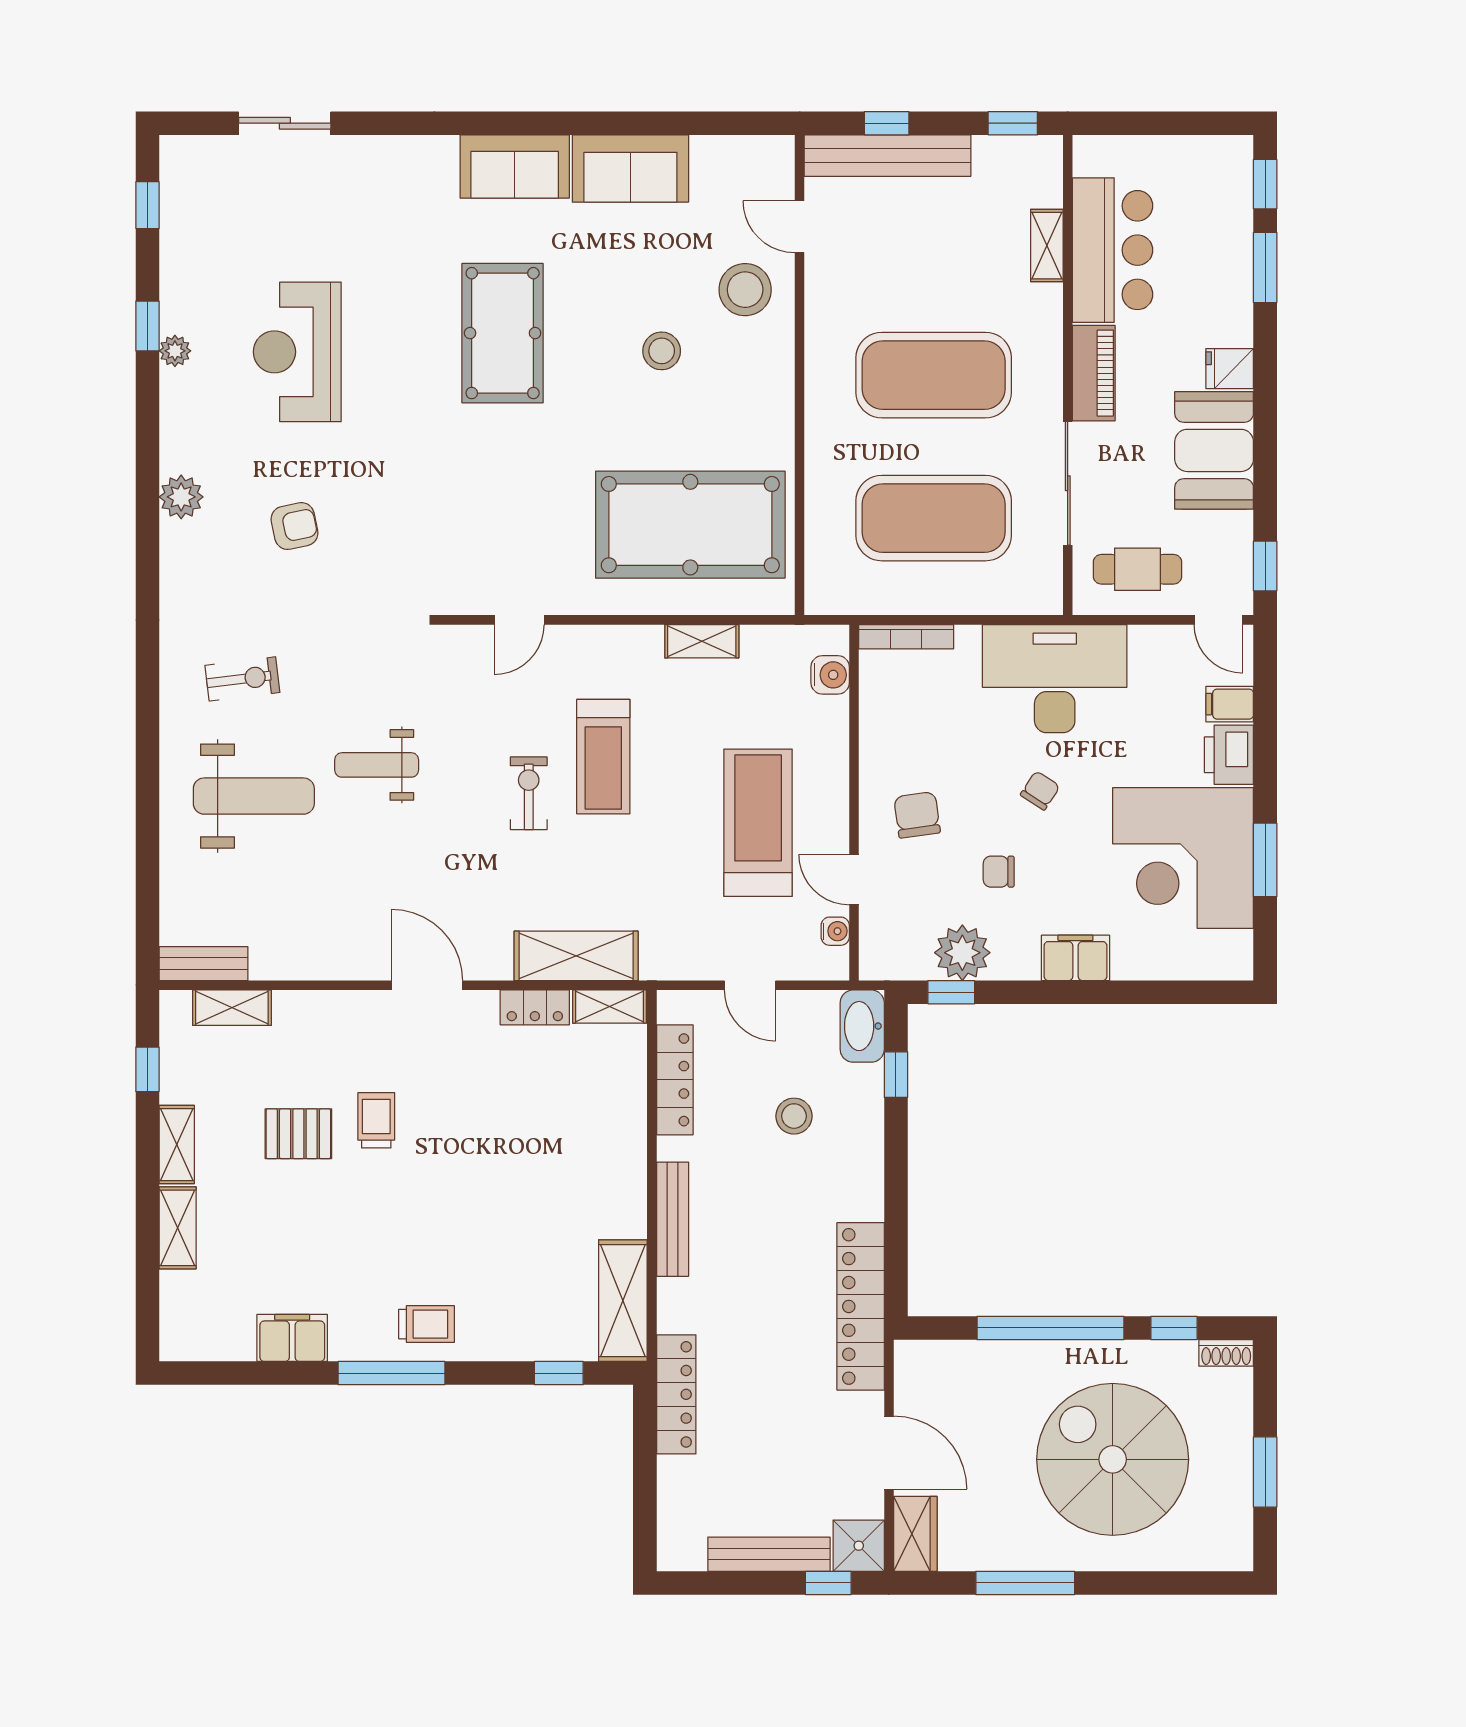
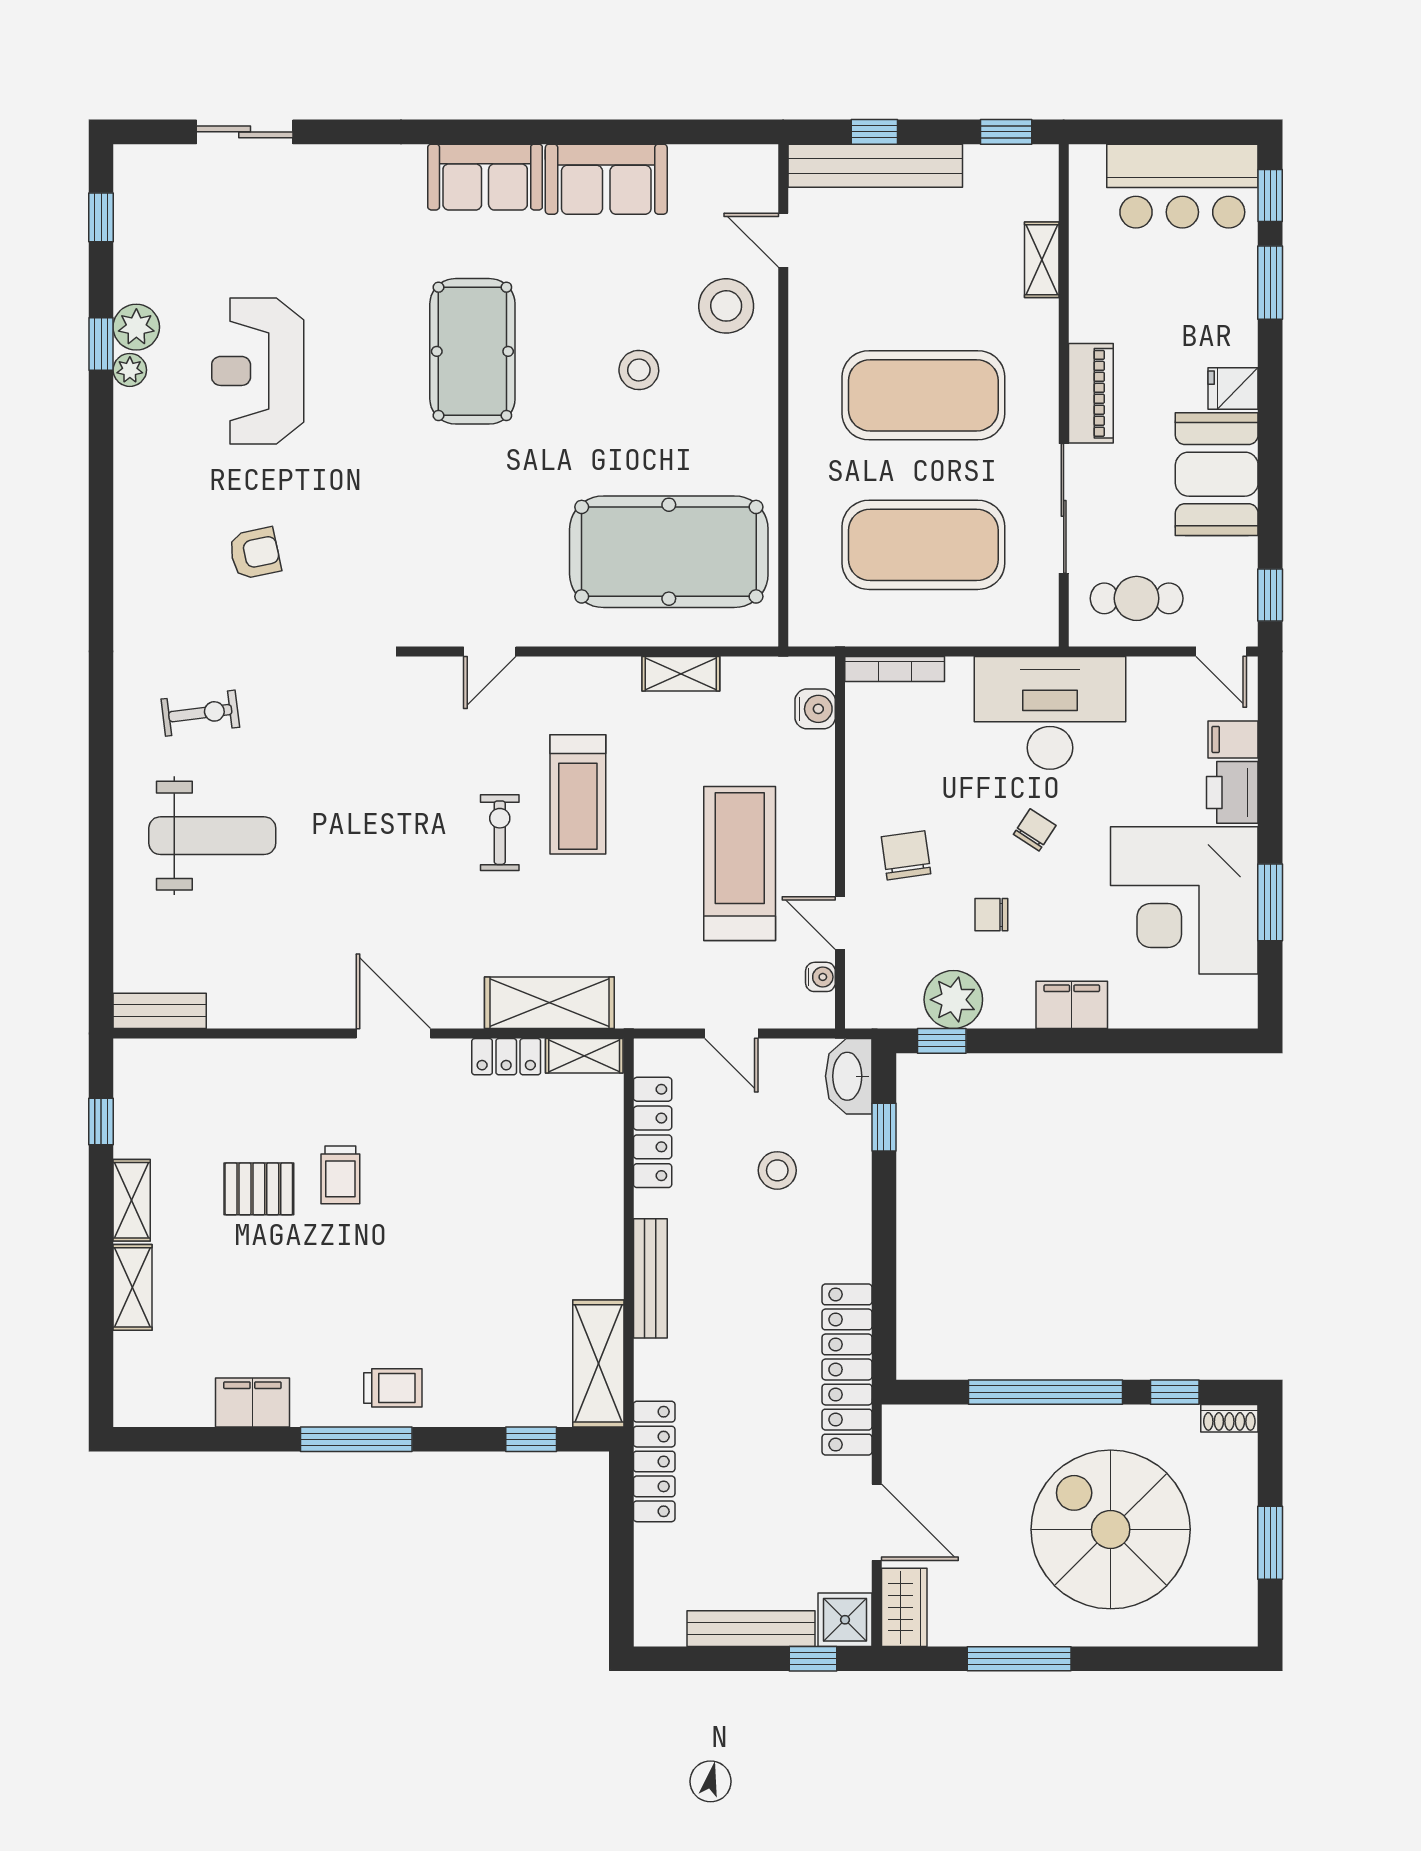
bar counter: (1113, 250) -> (1182, 186), moved, turned 90
plant: (181, 497) -> (136, 327), moved
weight bench: (377, 765) -> (341, 803), removed
shelving: (232, 1008) -> (189, 1057), removed
trolley: (376, 1120) -> (340, 1175), turned 180

